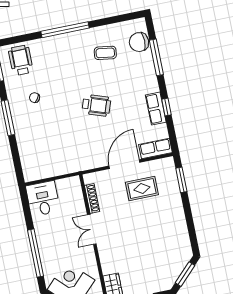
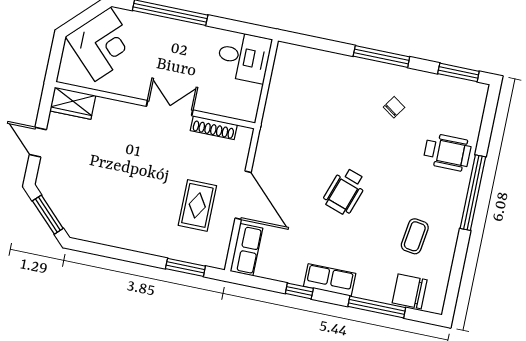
chair: (139, 42) -> (410, 291), turned -90
wheelchair: (21, 60) -> (447, 152), moved
row of seats: (156, 109) -> (330, 280), moved

